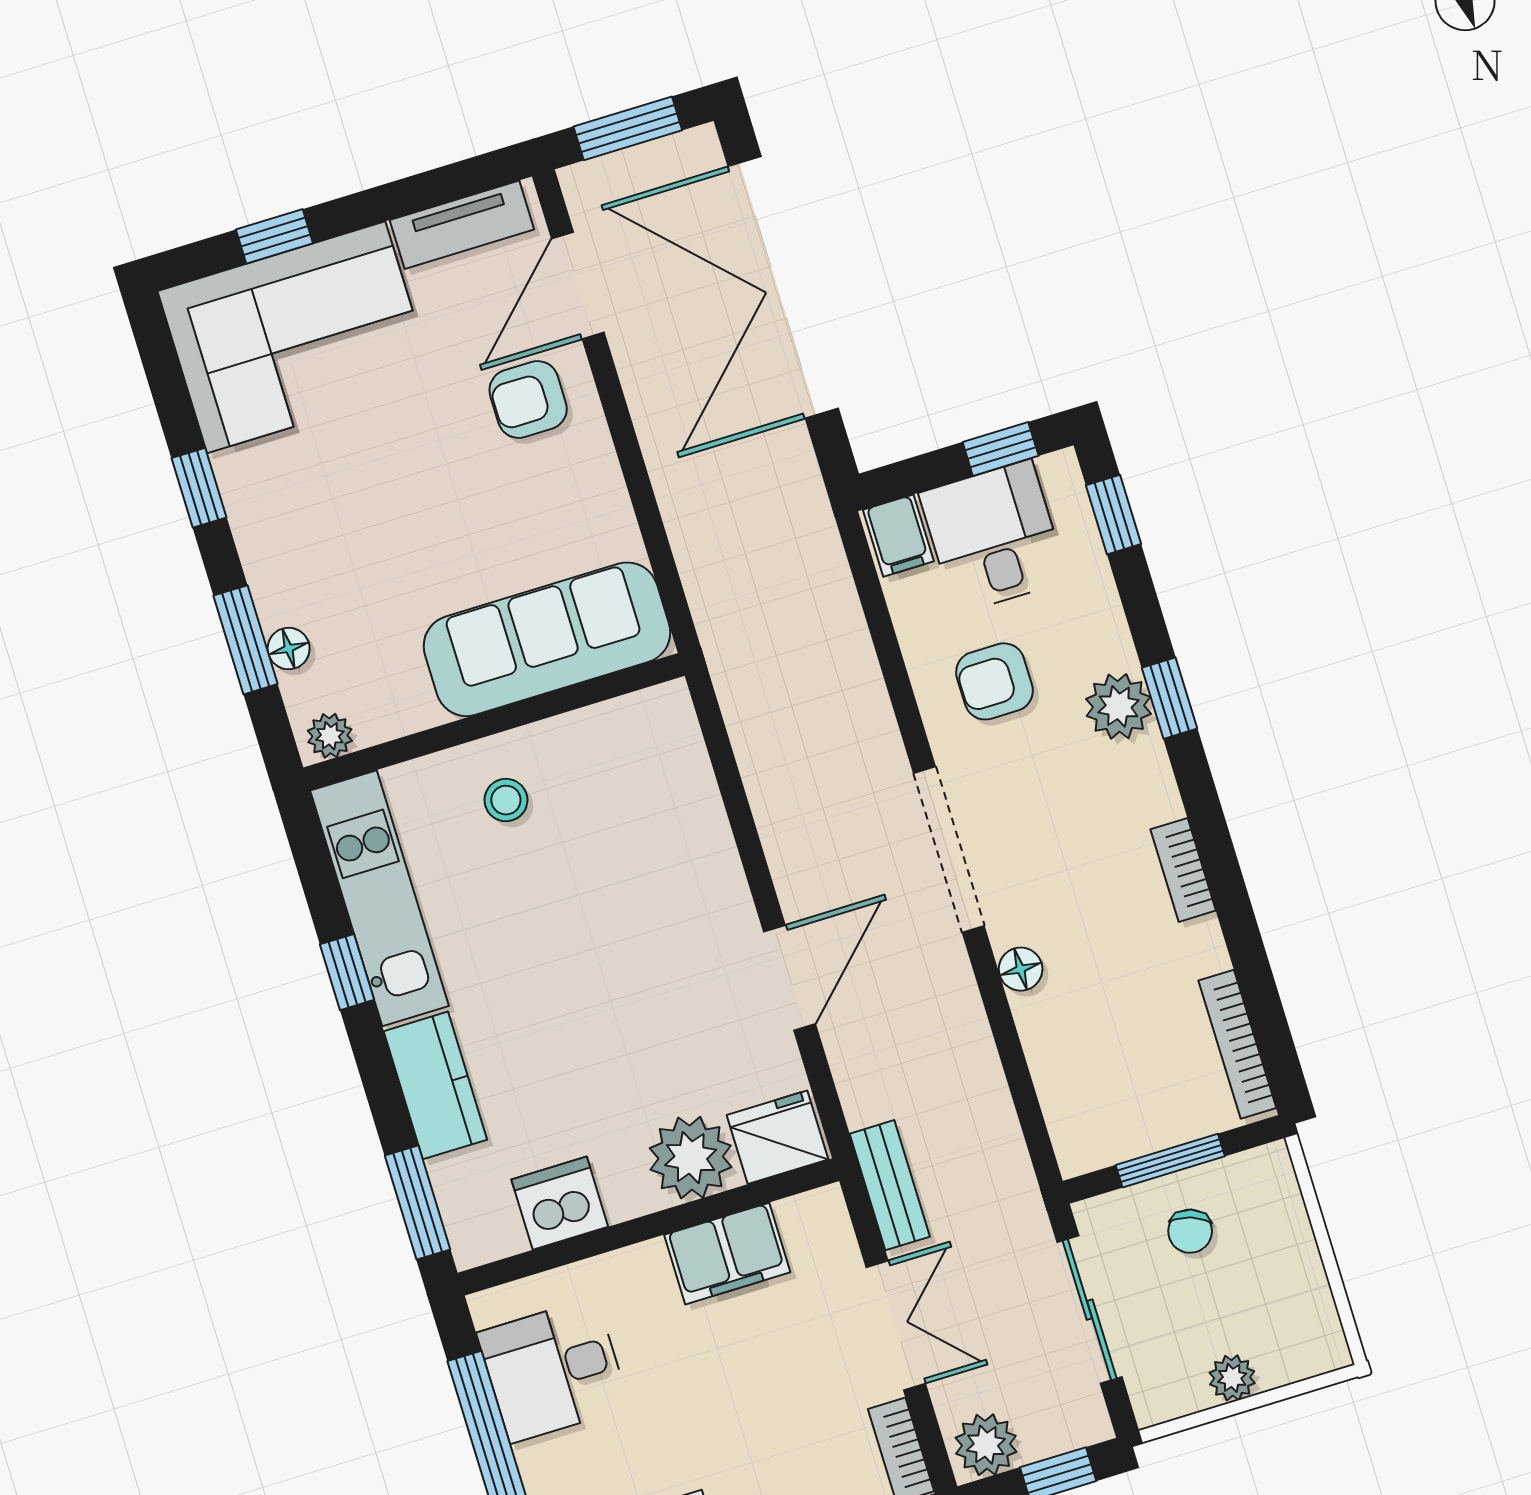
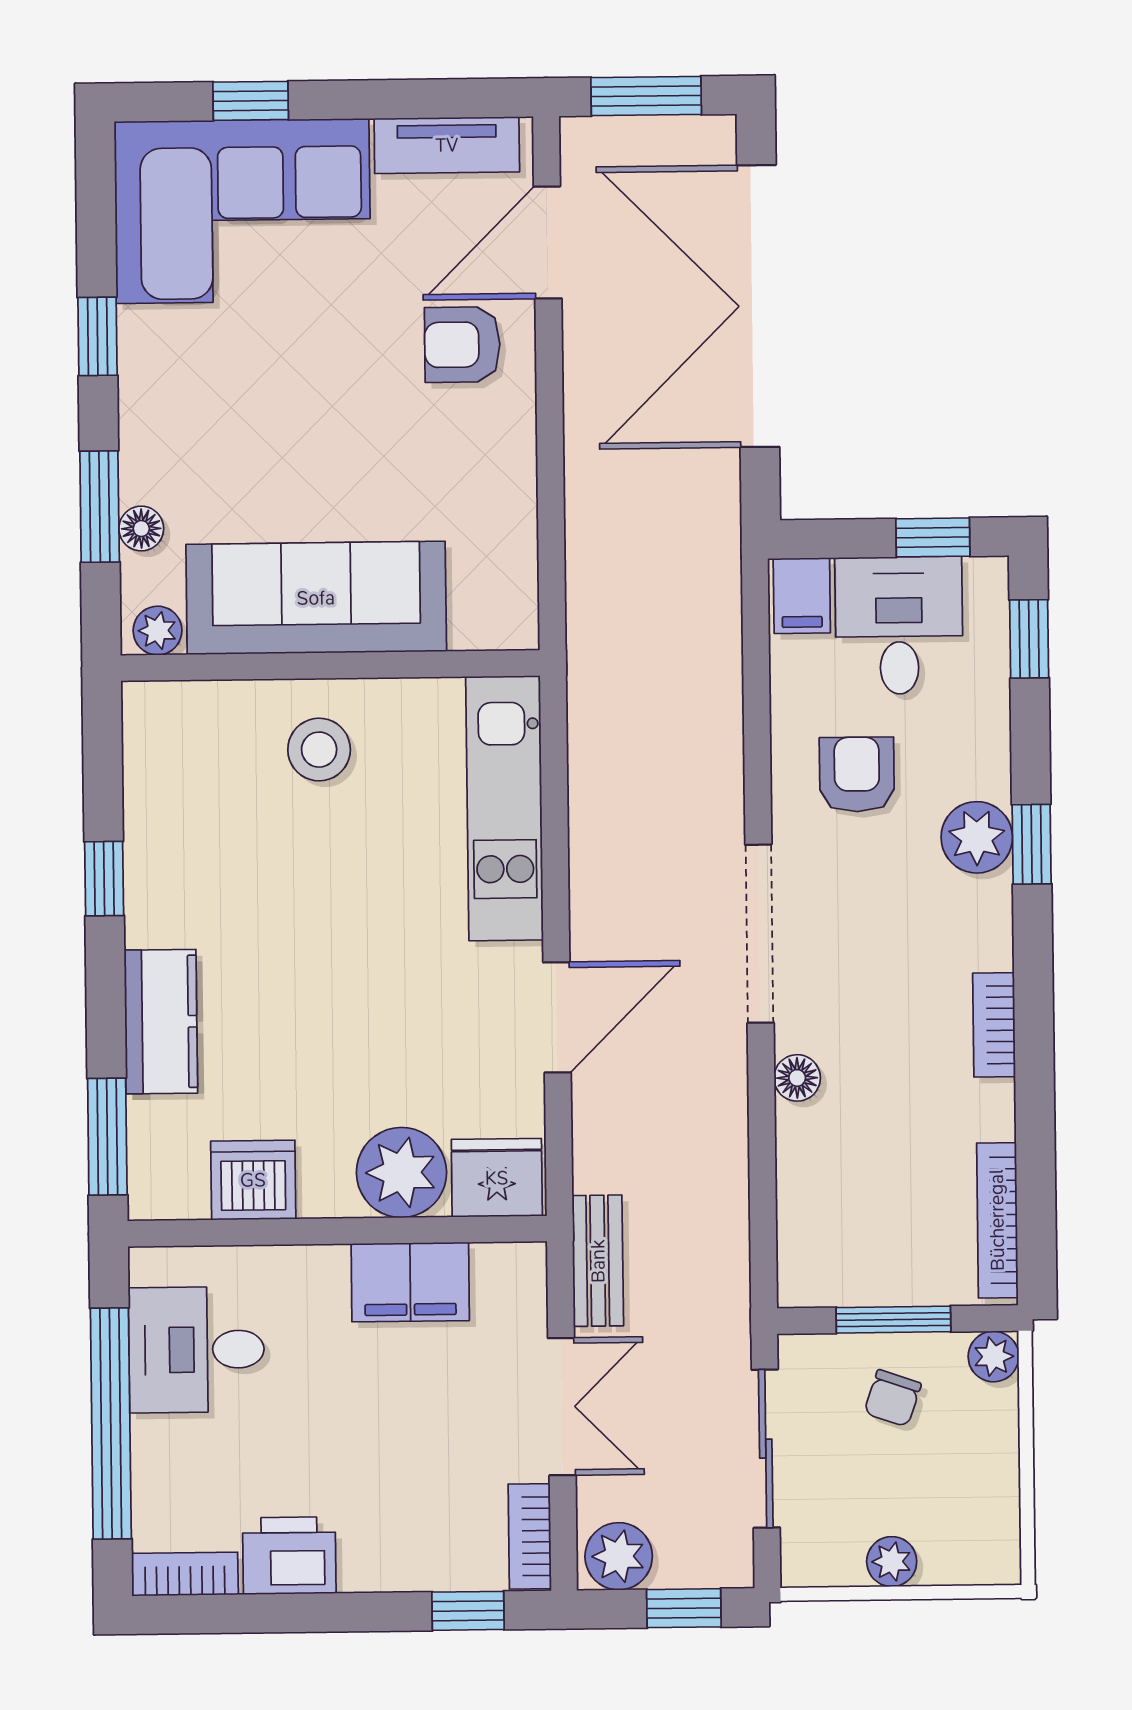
sofa: (547, 639) -> (316, 598), moved
armchair: (995, 681) -> (857, 774), turned 90
stool: (506, 800) -> (319, 750), width x1.37, depth x1.37
kitchen unit: (379, 898) -> (505, 808), moved, turned 180
plant: (1270, 1167) -> (993, 1356), added

